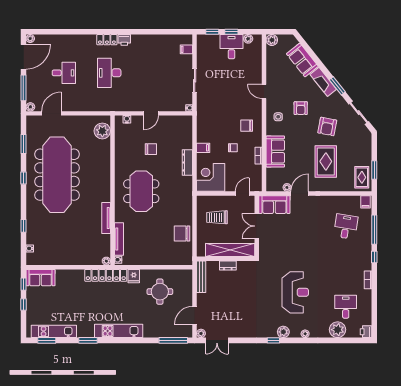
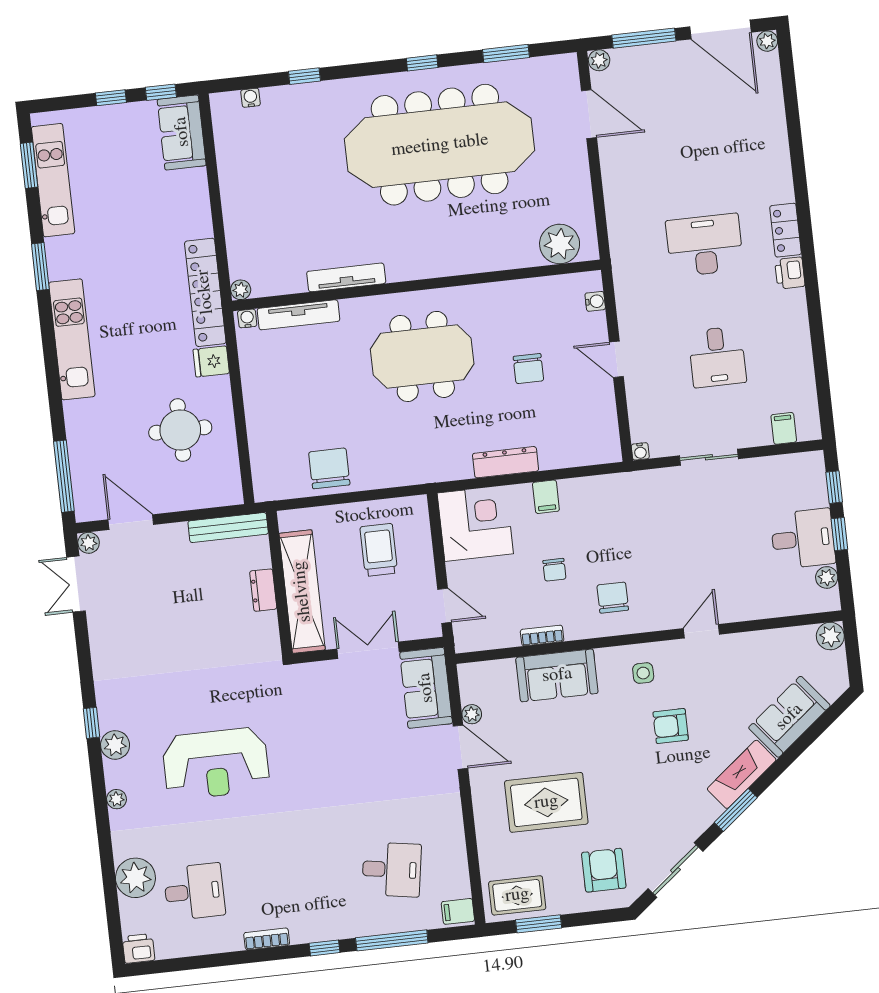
desk: (64, 73) -> (717, 357), moved
armchair: (327, 127) -> (604, 870), moved, turned 79

